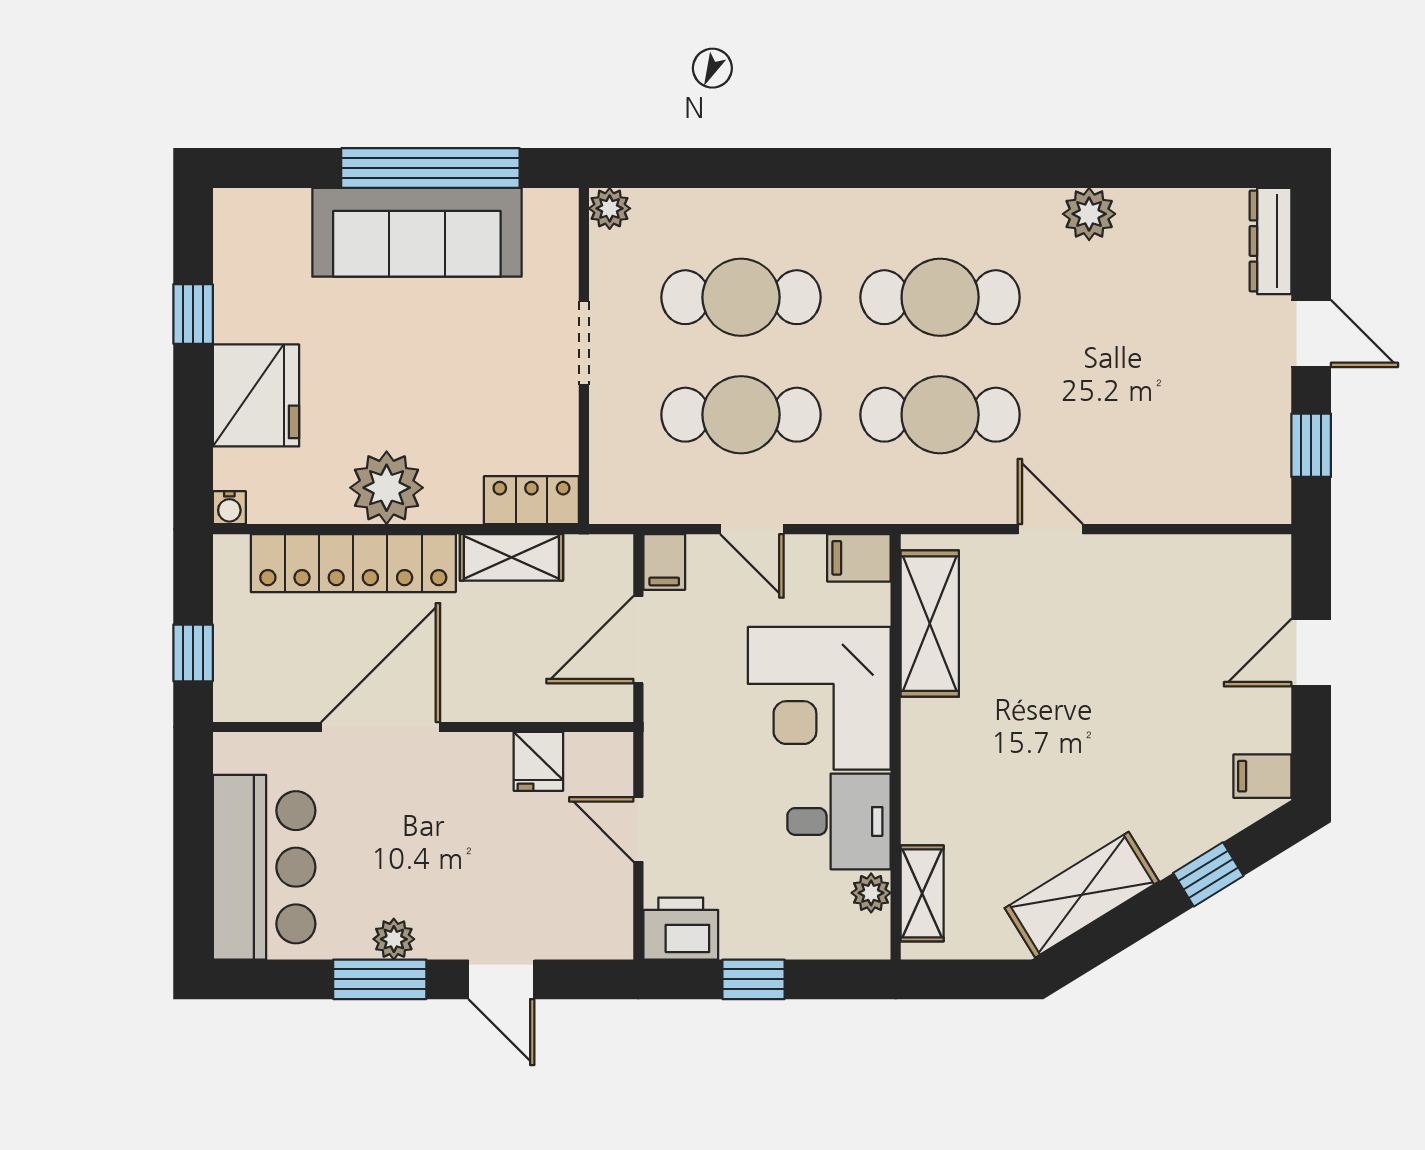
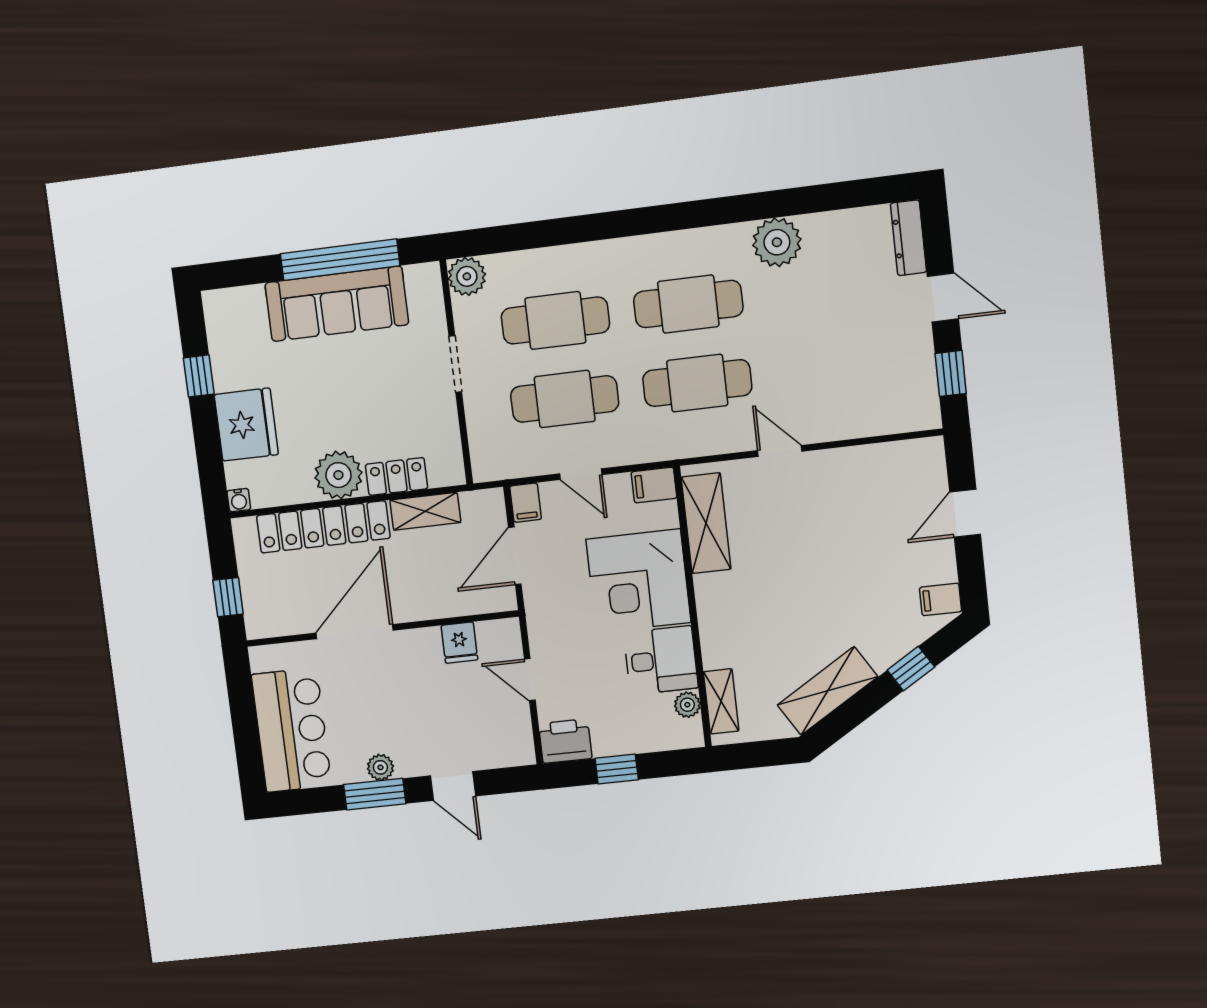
plant: (610, 208) -> (467, 276), width x1.38, depth x1.38
plant: (1089, 214) -> (777, 242), width x1.36, depth x1.36
locker: (531, 500) -> (397, 476), moved

